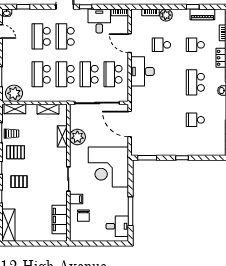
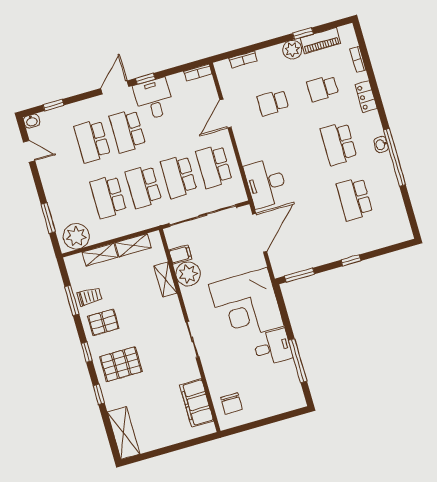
plant: (166, 15) -> (292, 50), moved
desk: (99, 21) -> (154, 99), moved
door: (130, 43) -> (225, 114), hinge flipped
desk: (143, 71) -> (266, 183), moved
shelving: (15, 109) -> (100, 255), moved
school desk: (195, 120) -> (354, 199), width x1.85
door: (130, 124) -> (260, 233), swing flipped
pallet: (19, 182) -> (121, 364), width x1.50, depth x1.42
filing cabinet: (76, 199) -> (180, 254), moved
chair: (83, 216) -> (232, 404), moved
desk: (117, 226) -> (273, 347), moved

